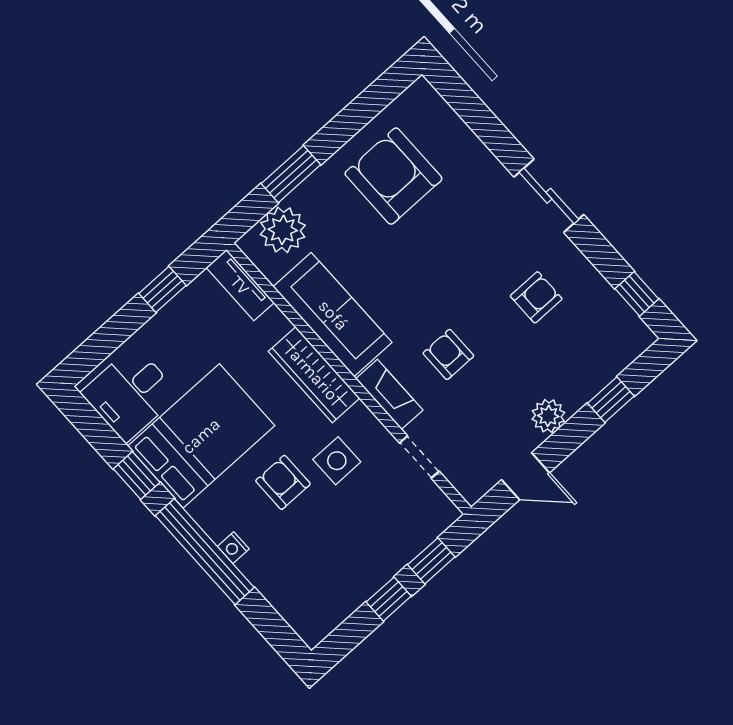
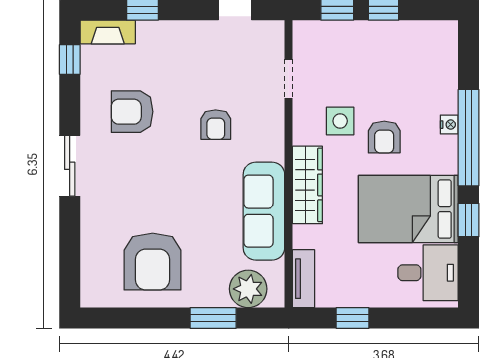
armchair: (536, 297) -> (132, 112), width x1.38, depth x1.38
fireplace: (389, 394) -> (108, 32), moved, turned -90
plant: (548, 416) -> (189, 34), removed

